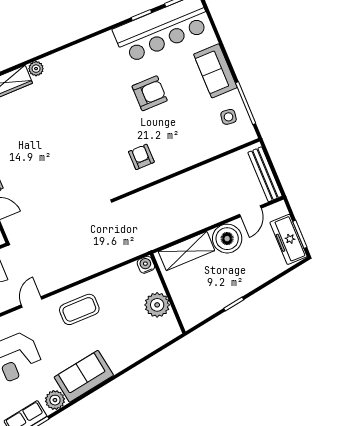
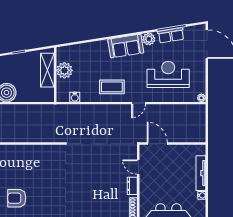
armchair: (141, 157) -> (37, 162), removed
shelving: (187, 251) -> (47, 70), moved, turned 90
water cooler: (146, 265) -> (75, 97), moved

